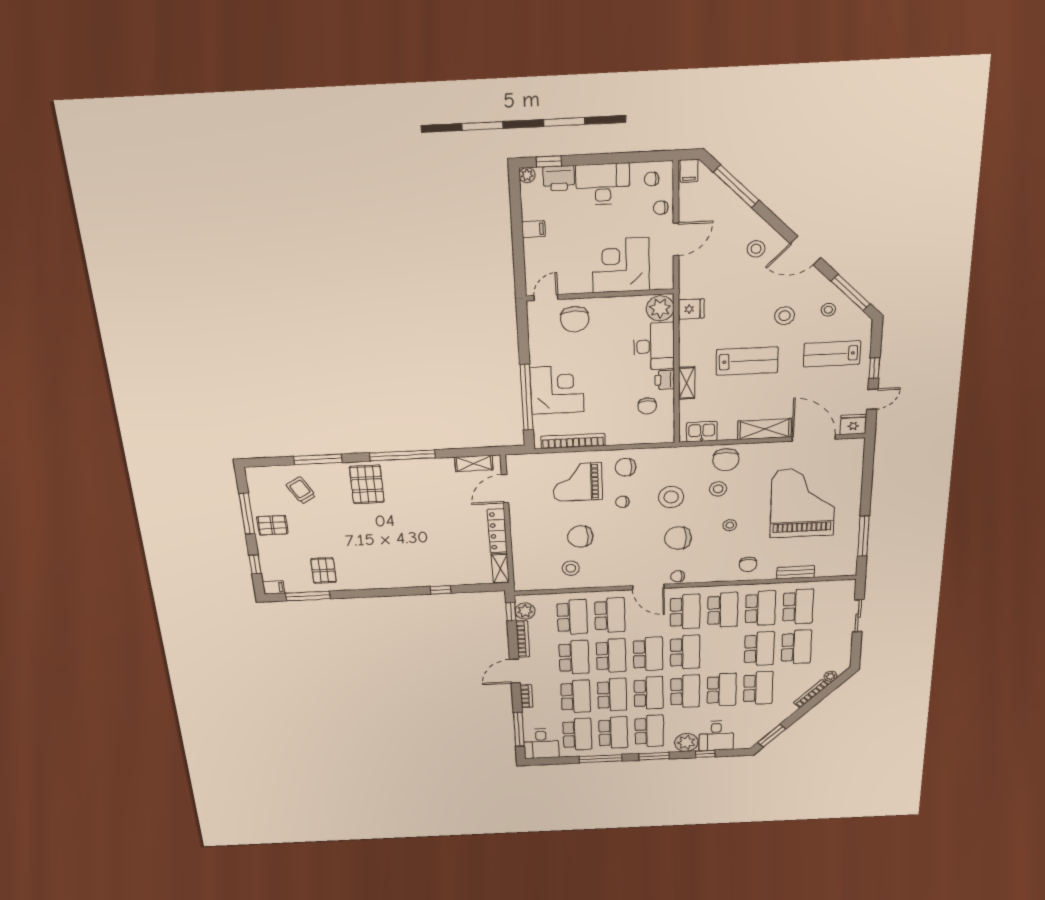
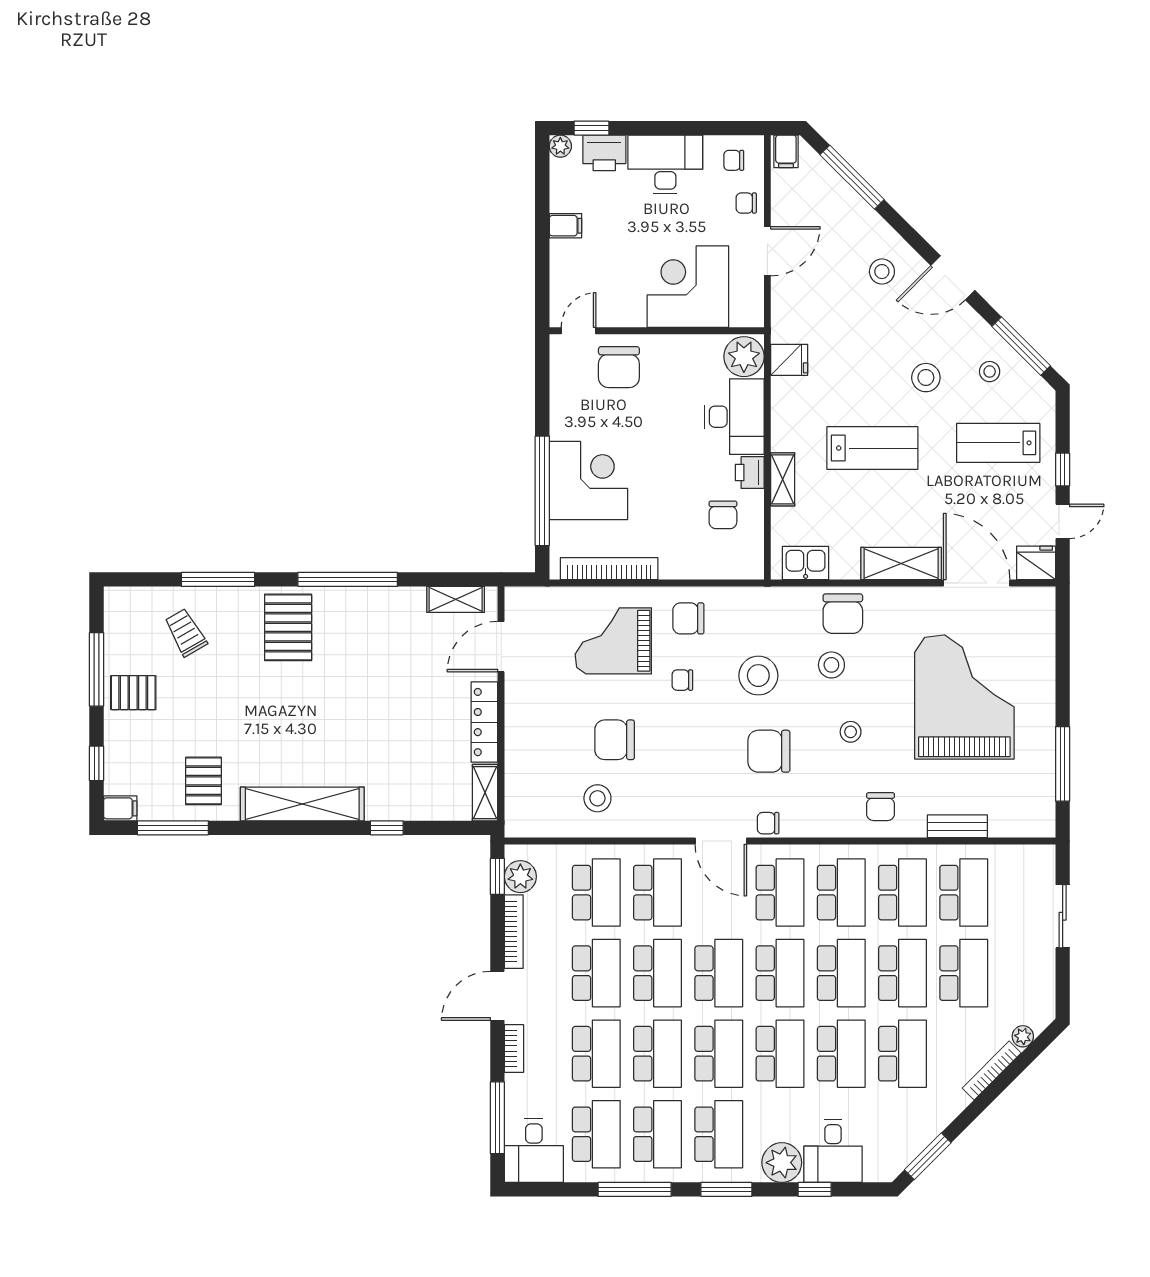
shelving: (387, 580) -> (302, 804), added
school desk: (722, 650) -> (841, 973), added

